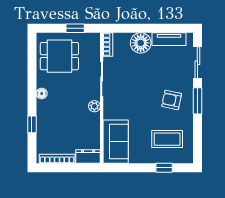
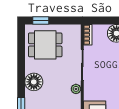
window: (75, 28) -> (41, 21), moved
floor lamp: (42, 93) -> (34, 82), width x1.89, depth x1.89

